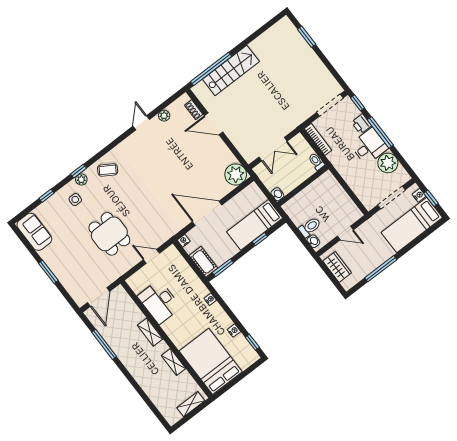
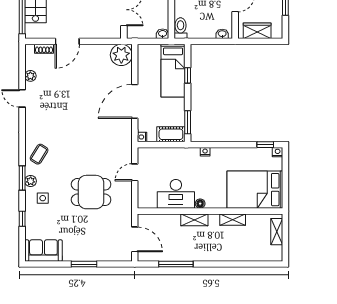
window: (79, 171) -> (22, 178), width x1.50
toilet: (310, 227) -> (181, 28), moved
floor lamp: (166, 327) -> (200, 204), added
nightstand: (234, 331) -> (278, 152), moved

